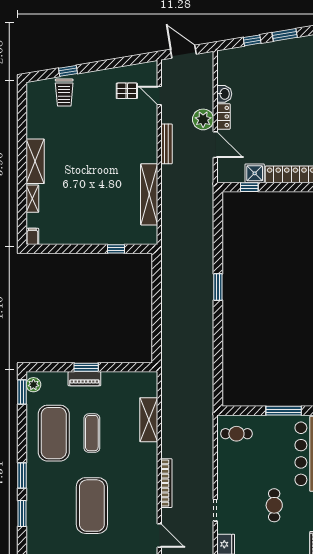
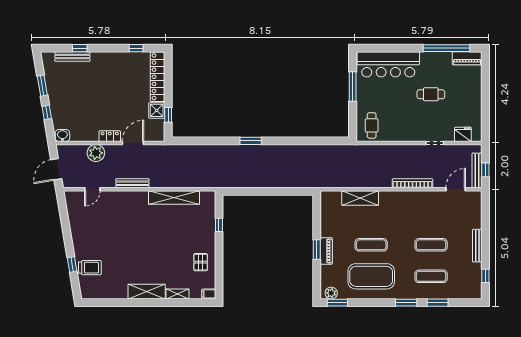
pallet: (127, 91) -> (201, 262), moved
washbasin: (224, 94) -> (62, 136), moved
plant: (203, 119) -> (96, 153), moved
exercise mat: (54, 506) -> (431, 276), added
exercise mat: (92, 506) -> (431, 245), width x0.50, depth x0.69

